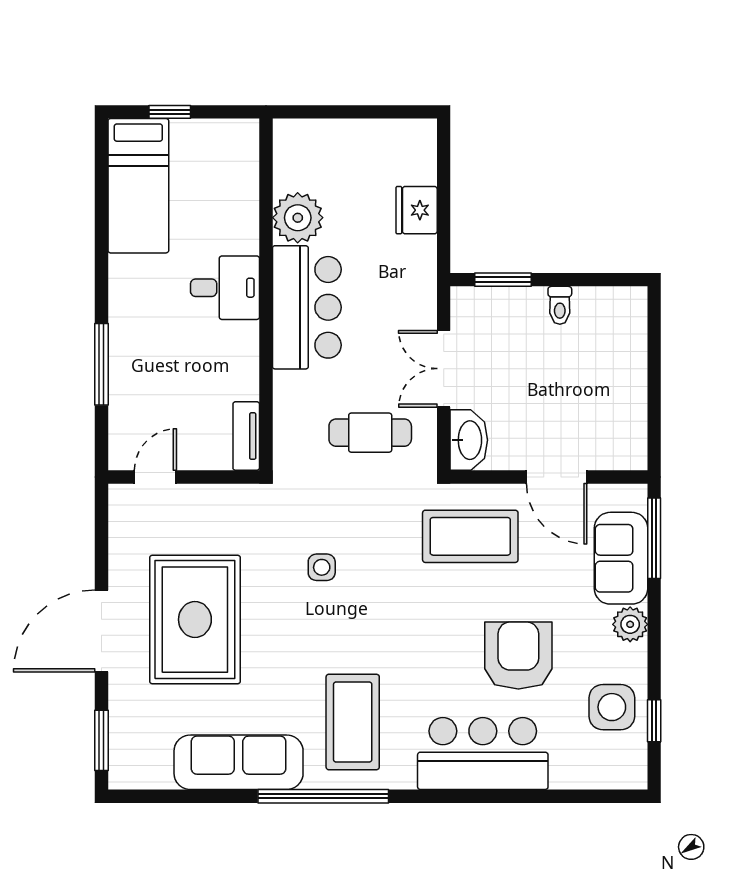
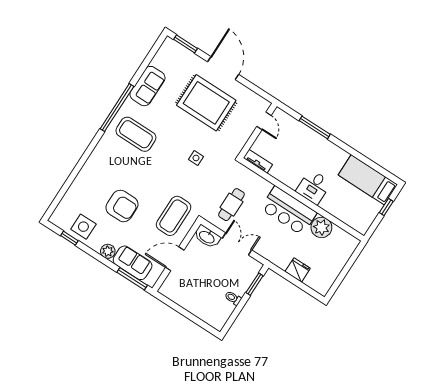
bar counter: (483, 753) -> (96, 172), removed
sofa: (239, 762) -> (147, 86), width x0.73

